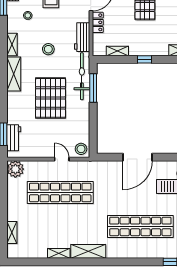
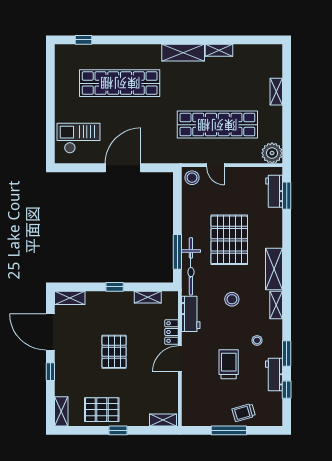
shelving: (12, 232) -> (276, 92), moved

